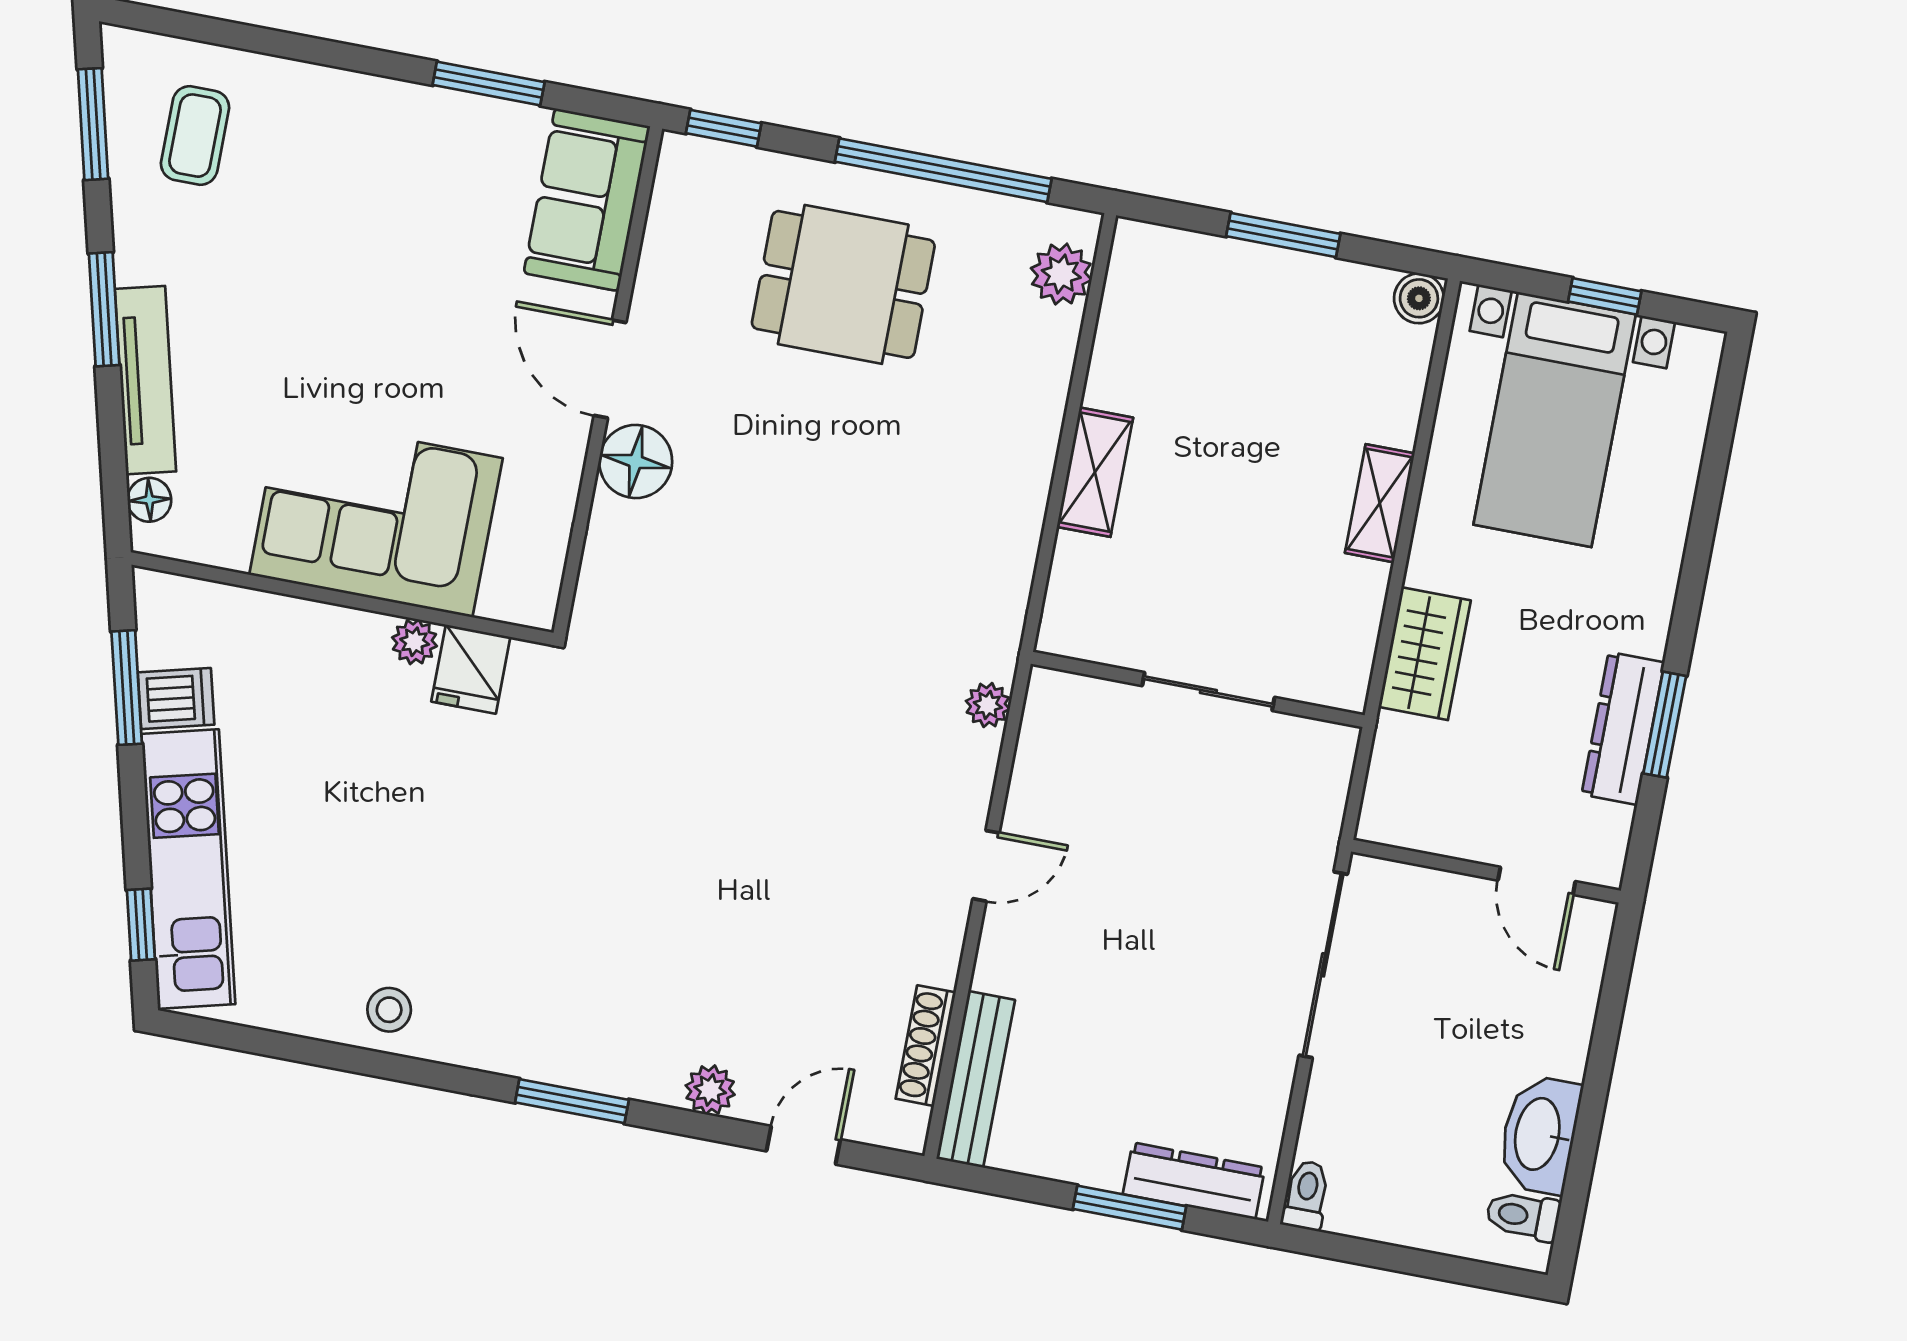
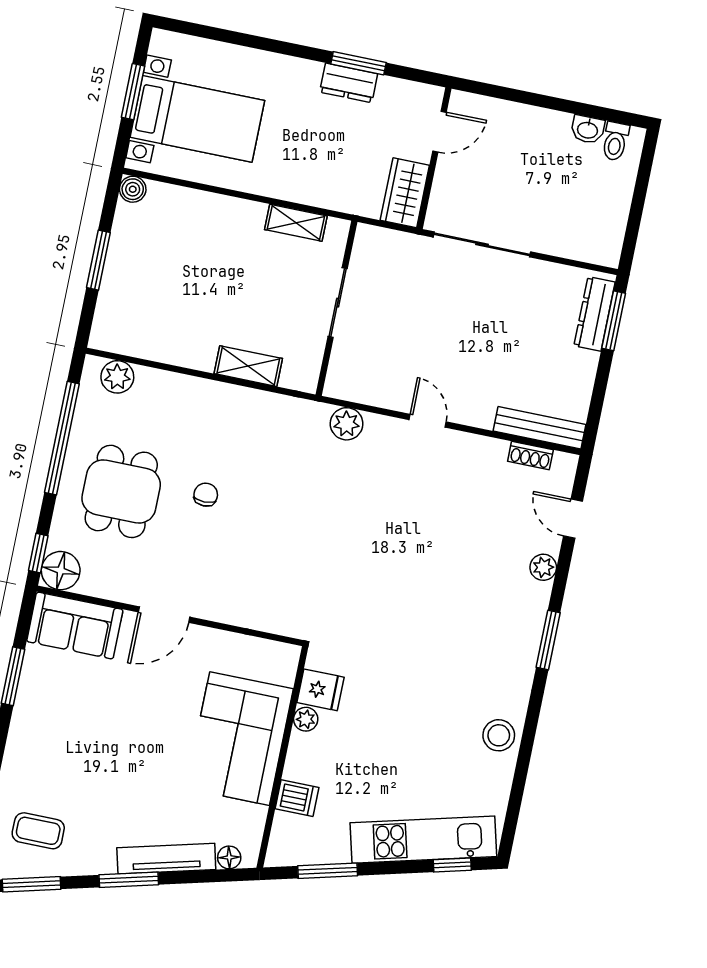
window: (1605, 296) -> (133, 92), width x1.50
chair: (839, 445) -> (206, 495), added
floor lamp: (636, 462) -> (61, 571), moved
shelving: (1095, 472) -> (248, 366), moved
shelving: (1380, 503) -> (296, 223), moved
wardrobe: (1425, 654) -> (405, 193), moved, turned -90
dishwasher: (176, 698) -> (297, 798), moved, turned 104
plant: (988, 705) -> (347, 424), width x1.38, depth x1.38
dresser: (1623, 728) -> (349, 83), width x0.70
stool: (389, 1010) -> (499, 735), width x1.37, depth x1.37
shoe rack: (926, 1046) -> (530, 456), width x0.70
washbasin: (1539, 1134) -> (588, 129), width x0.52, depth x0.69
toilet: (1306, 1195) -> (603, 255), removed
window: (1130, 1208) -> (614, 321), moved

